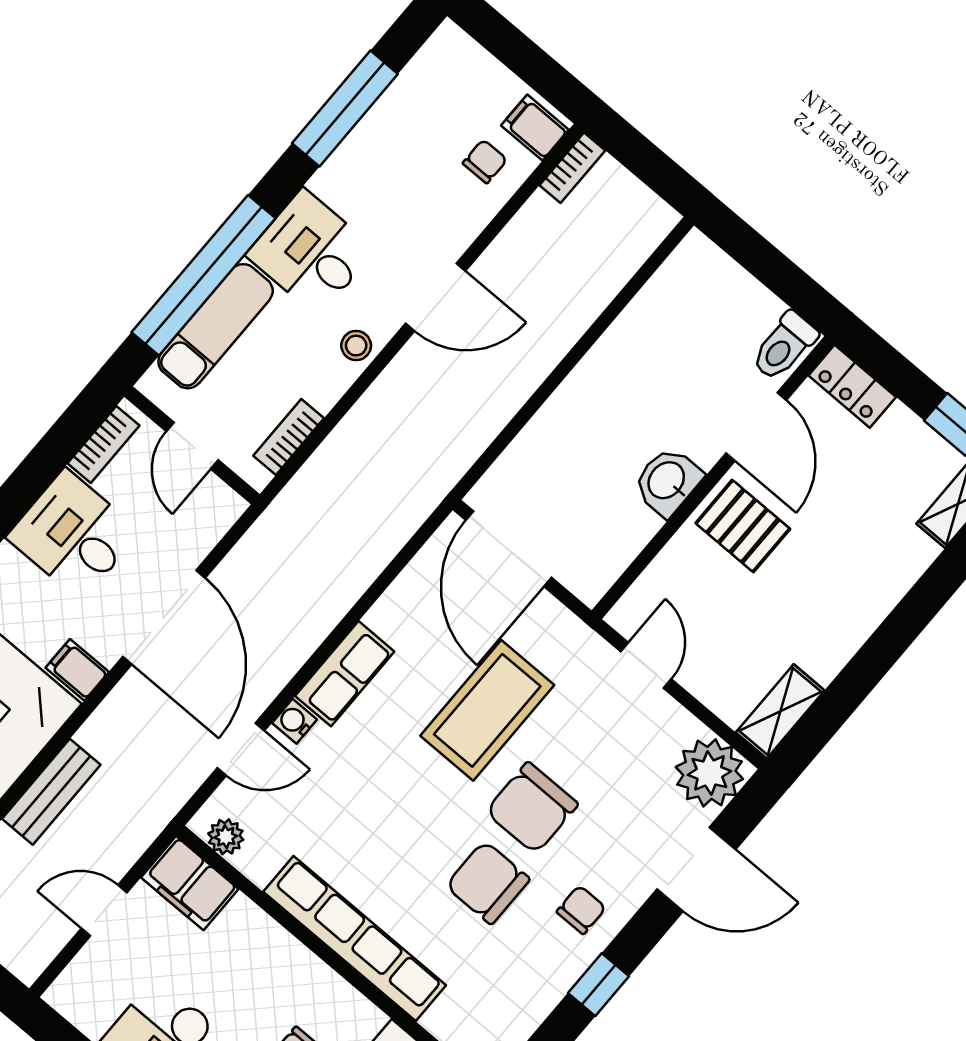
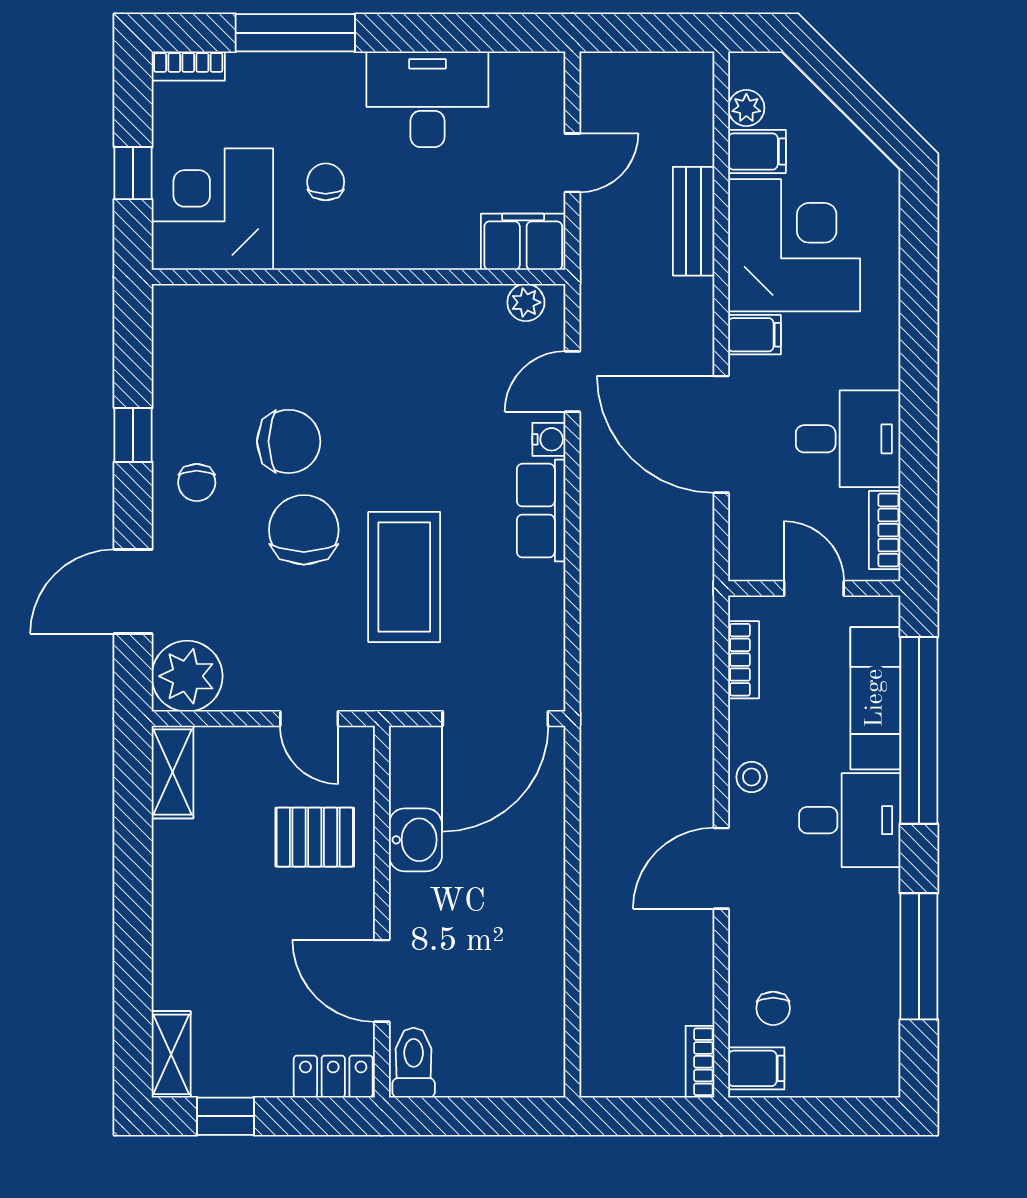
washbasin: (667, 481) -> (415, 840), moved
pallet: (743, 526) -> (315, 837), moved
door: (509, 549) -> (495, 719), swing flipped
row of seats: (355, 939) -> (356, 308), removed

